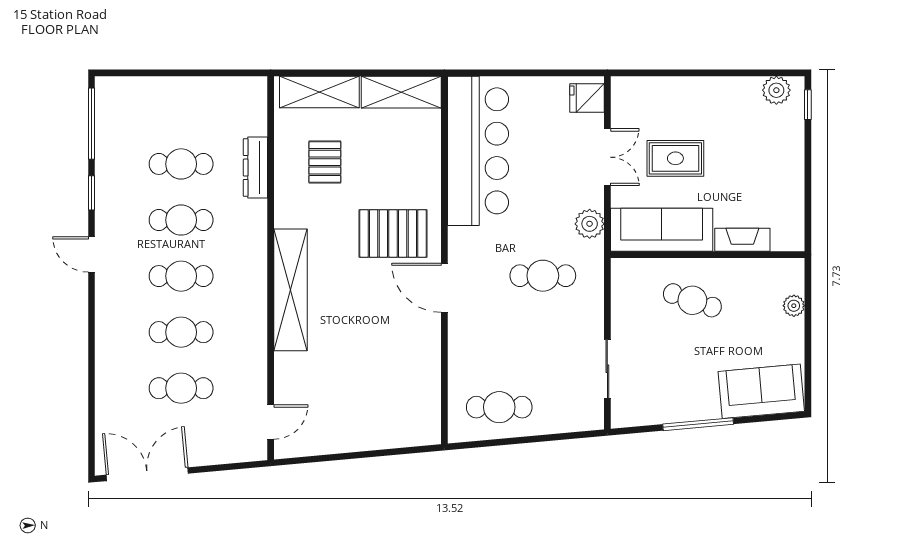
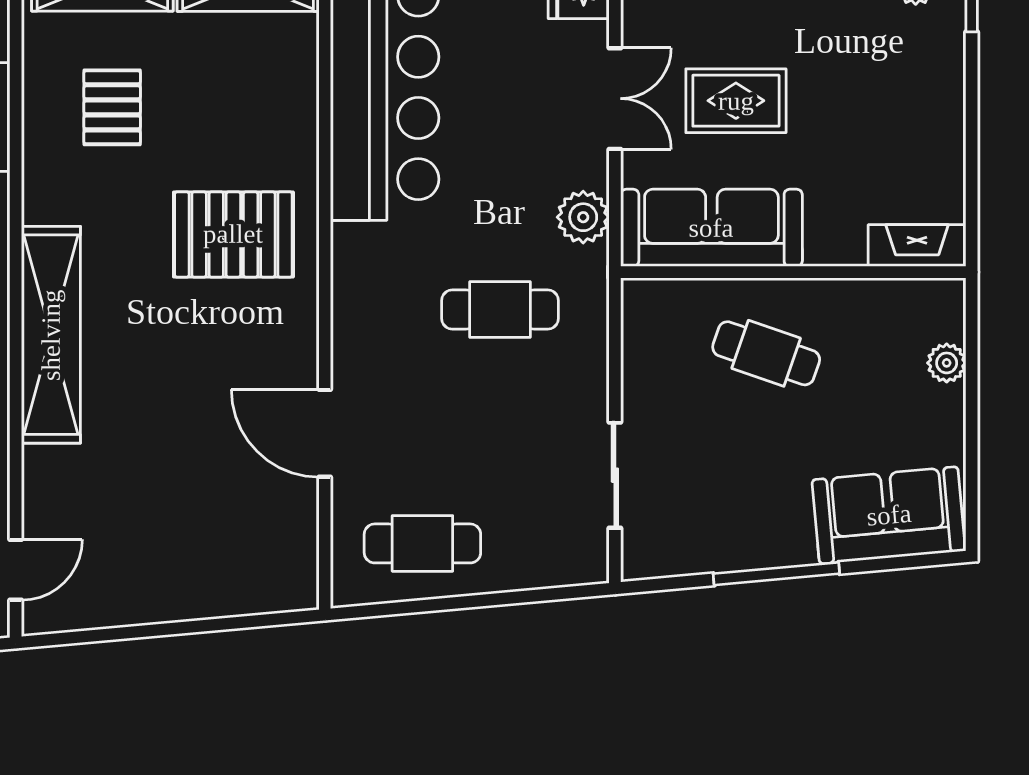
fireplace: (742, 240) -> (917, 246), moved
door: (444, 288) -> (325, 433), moved

